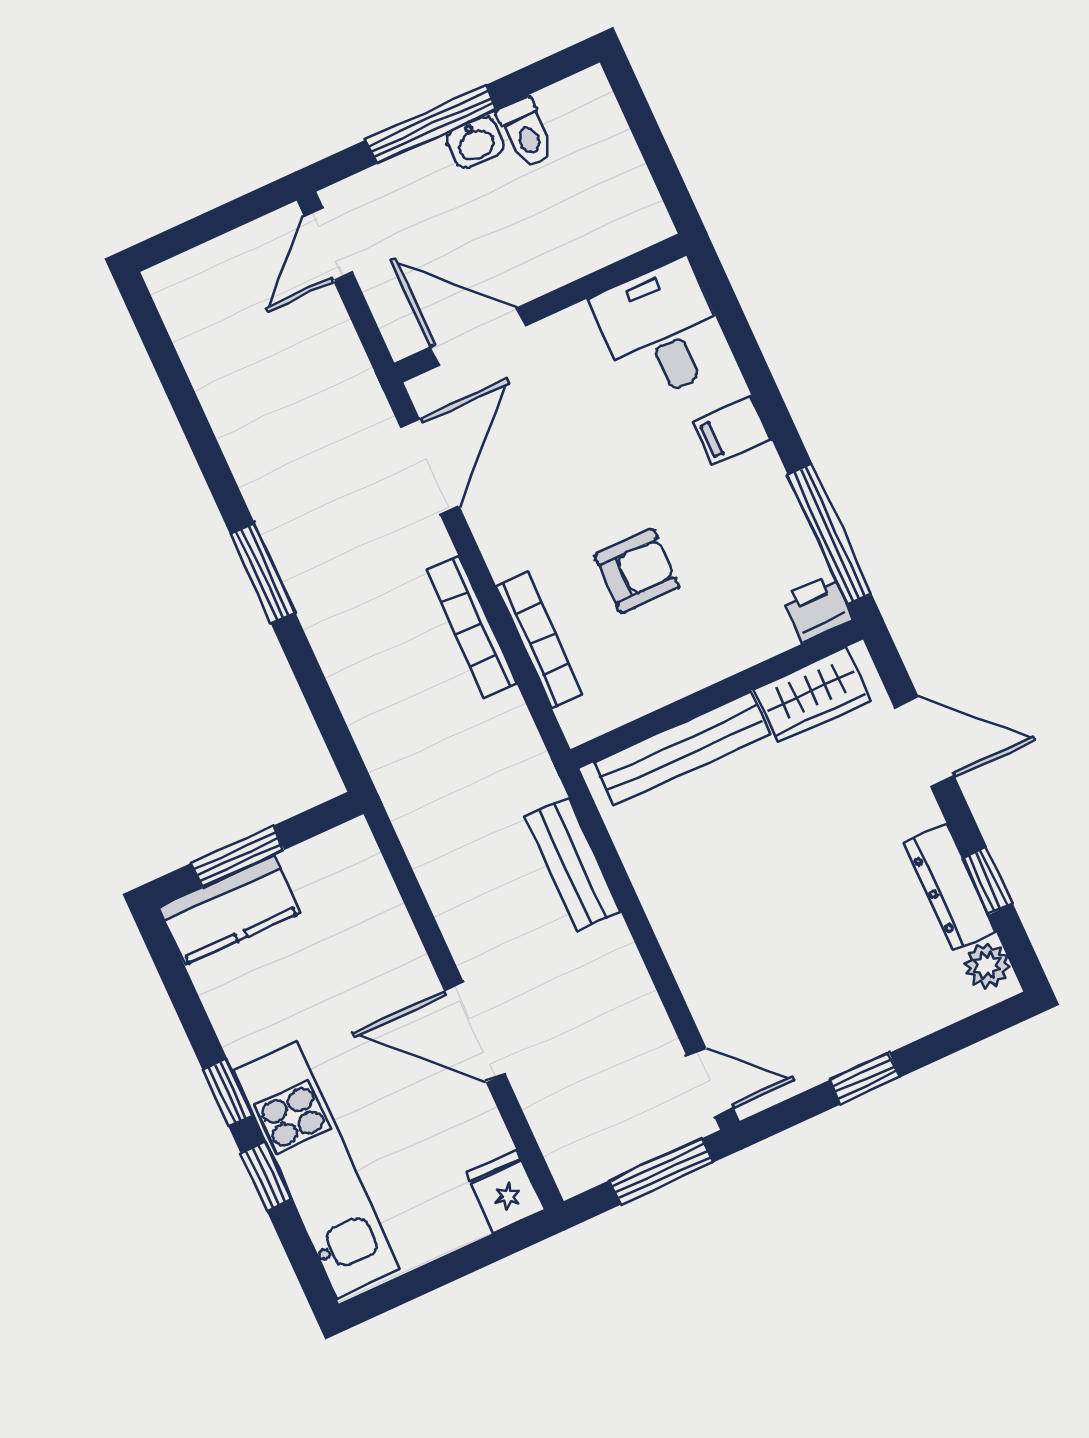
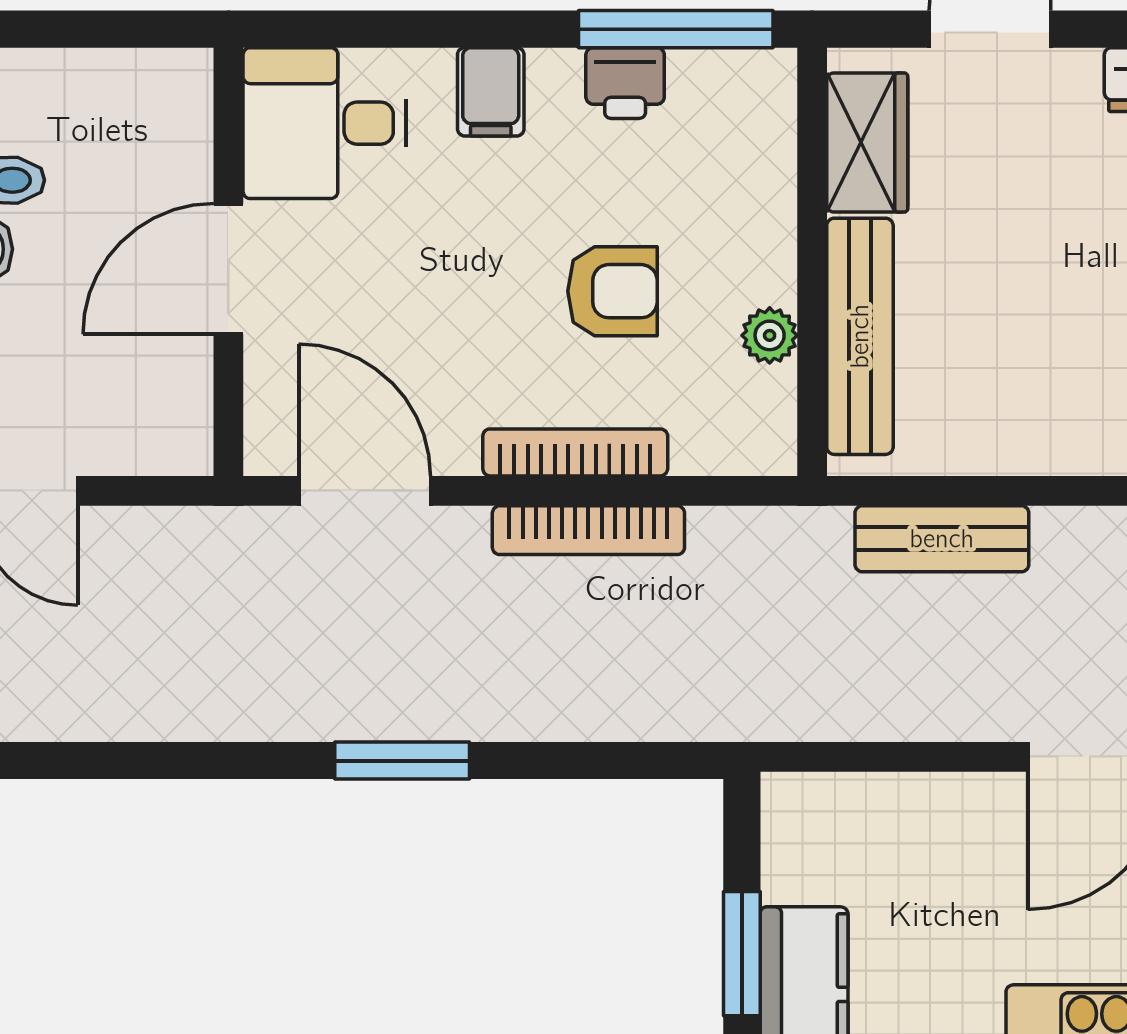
door: (478, 337) -> (228, 269), moved
armchair: (637, 571) -> (612, 291), turned 90
printer: (817, 608) -> (625, 83), moved, turned -90
bookcase: (540, 640) -> (575, 452), moved
plant: (655, 688) -> (770, 335), added

